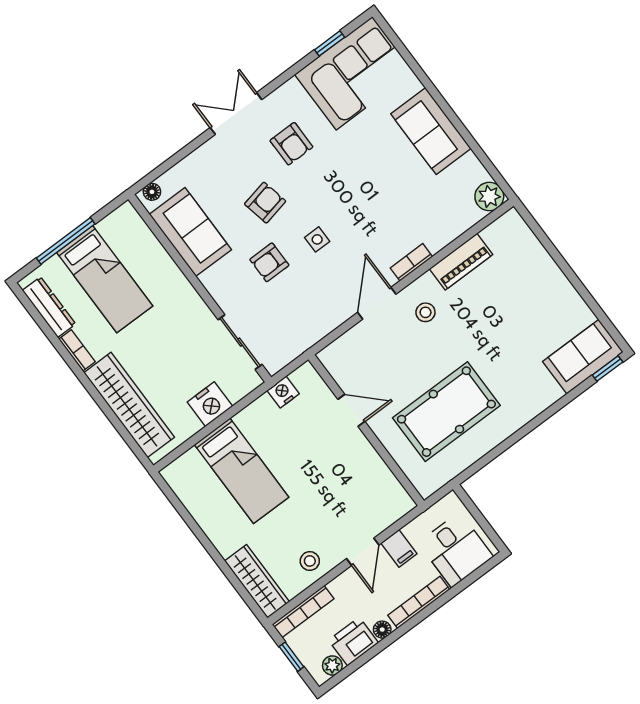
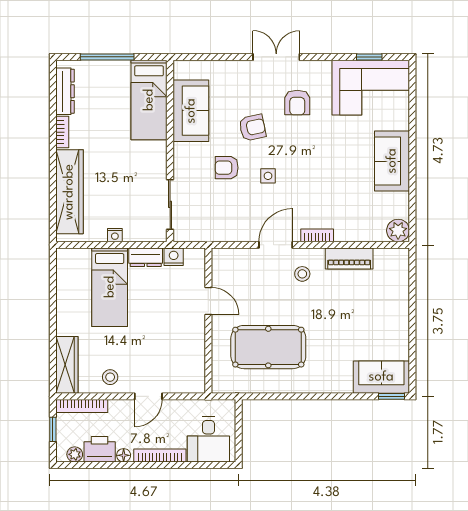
floor lamp: (152, 192) -> (185, 67), removed
bed: (105, 279) -> (149, 100), moved
nightstand: (210, 404) -> (115, 235), width x0.53, depth x0.56
dresser: (255, 414) -> (146, 257), added
filing cabinet: (399, 548) -> (173, 412), removed

